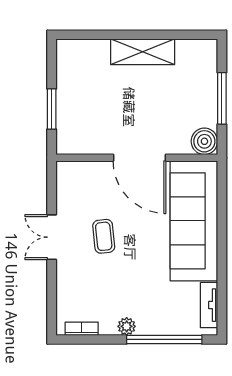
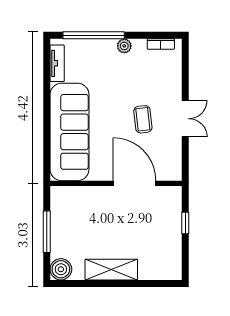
window: (52, 109) -> (185, 223), width x0.67
boiler: (204, 141) -> (61, 269), moved
door: (139, 158) -> (134, 183), moved

